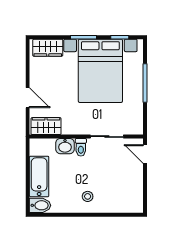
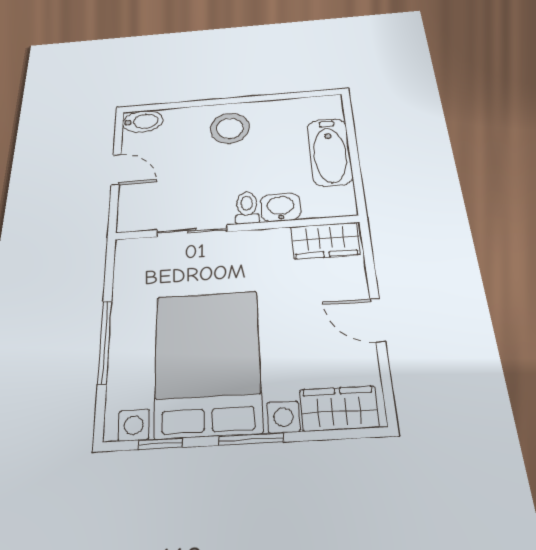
door: (28, 98) -> (378, 320), moved
door: (145, 154) -> (116, 170), moved
stool: (88, 196) -> (230, 128), width x1.89, depth x1.89
bidet: (40, 205) -> (143, 121), moved, turned 180

